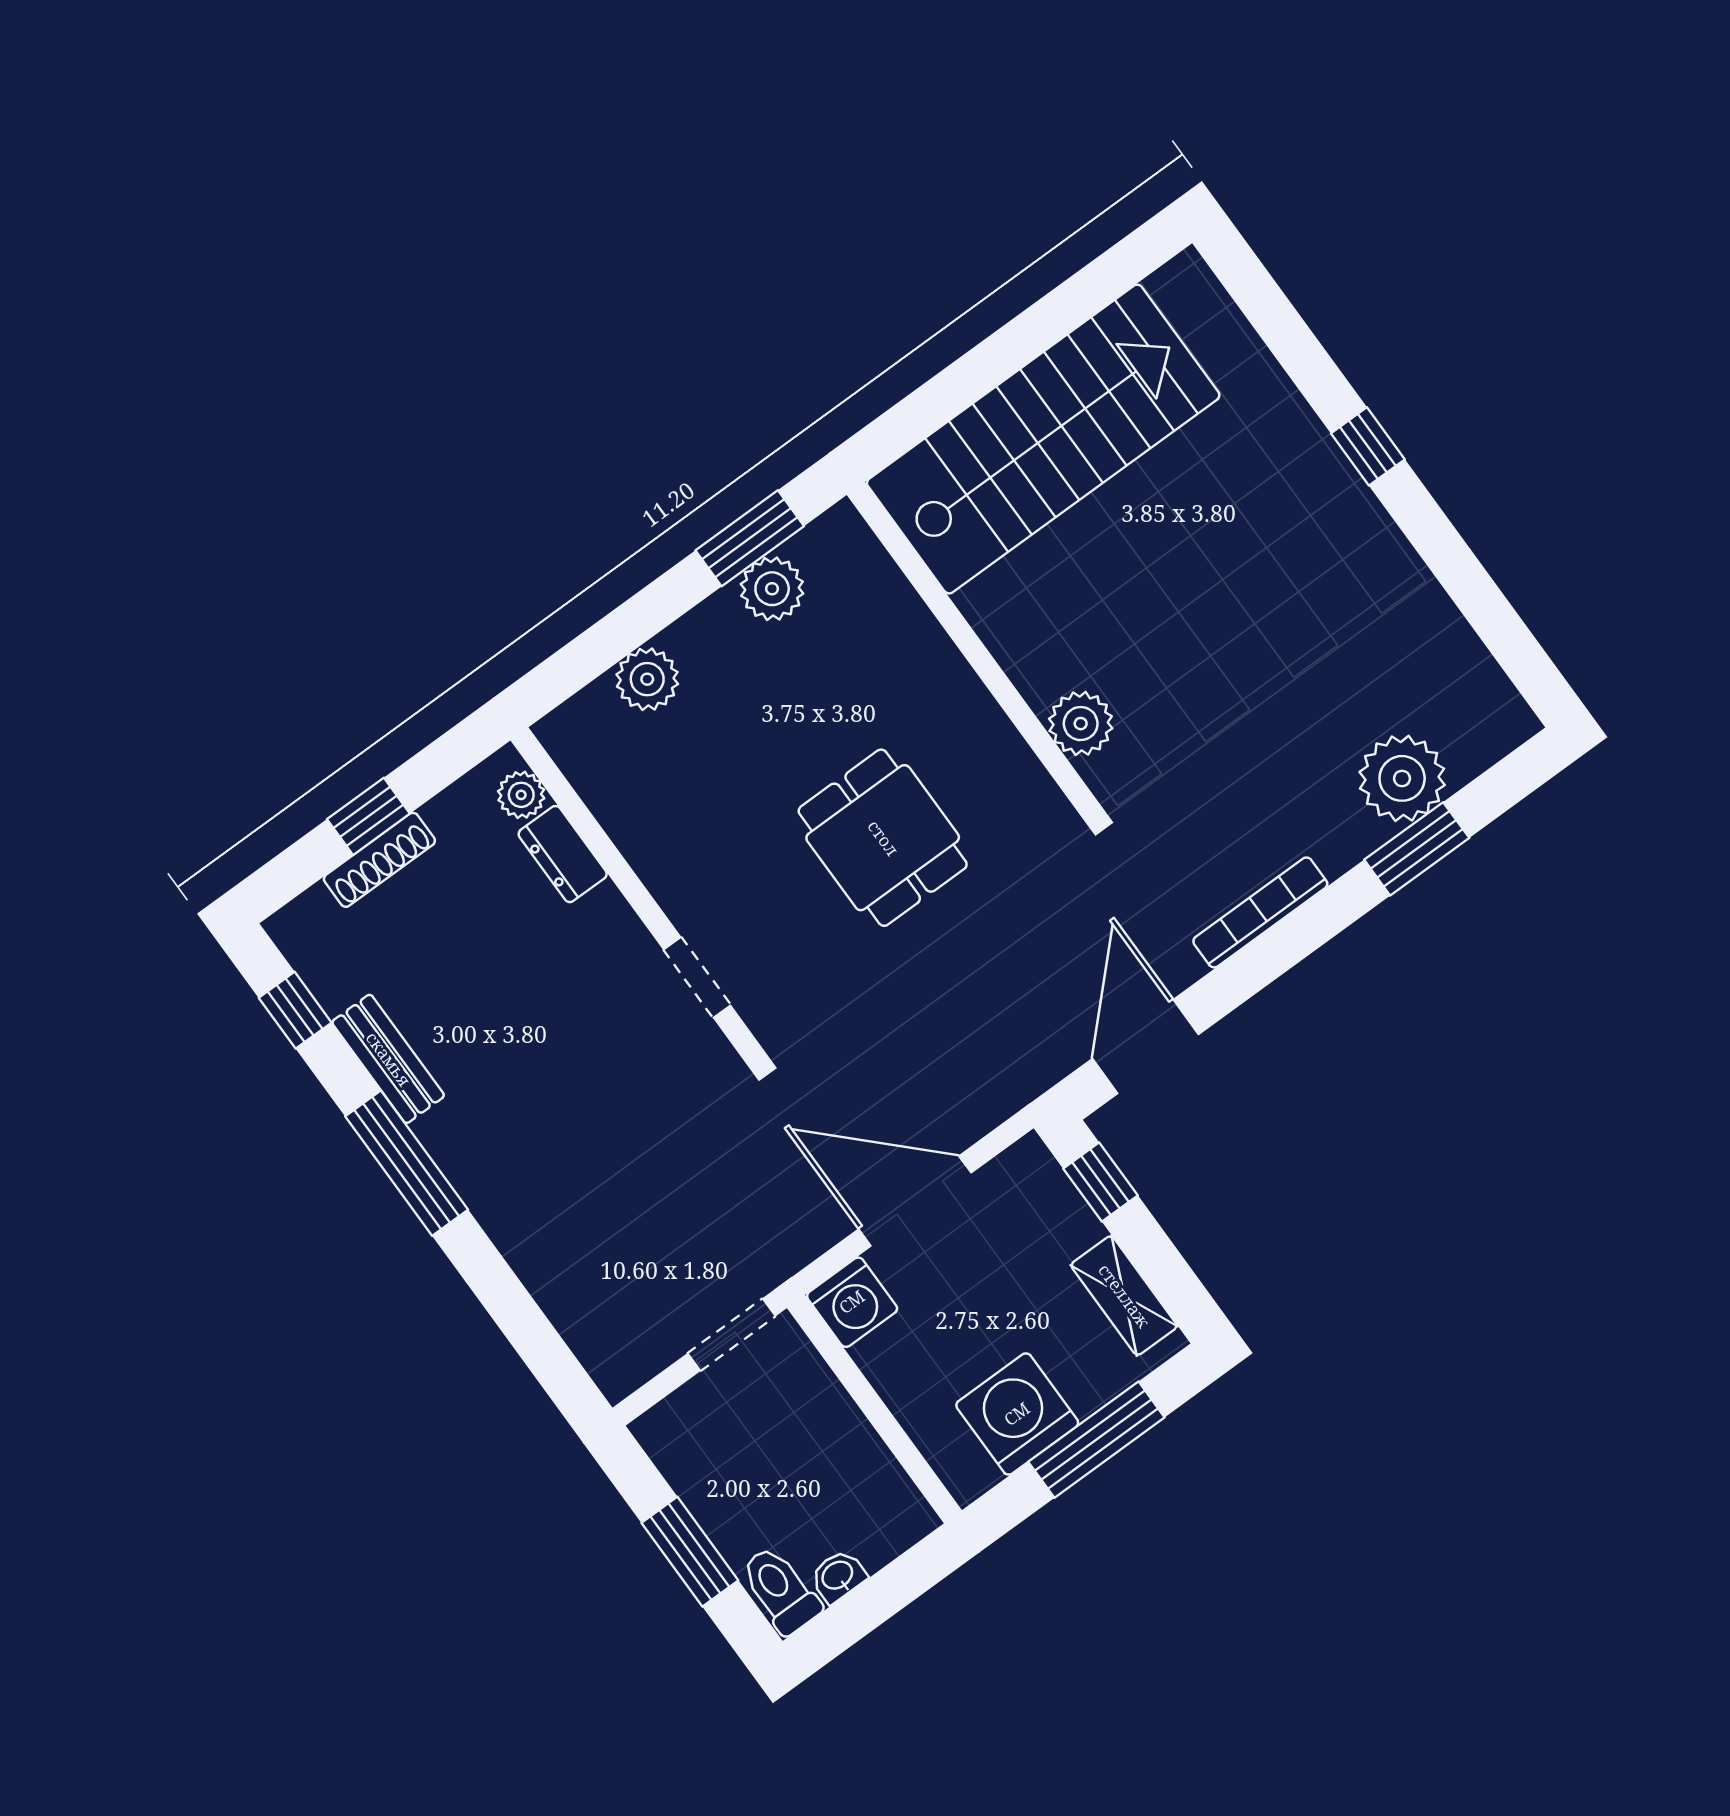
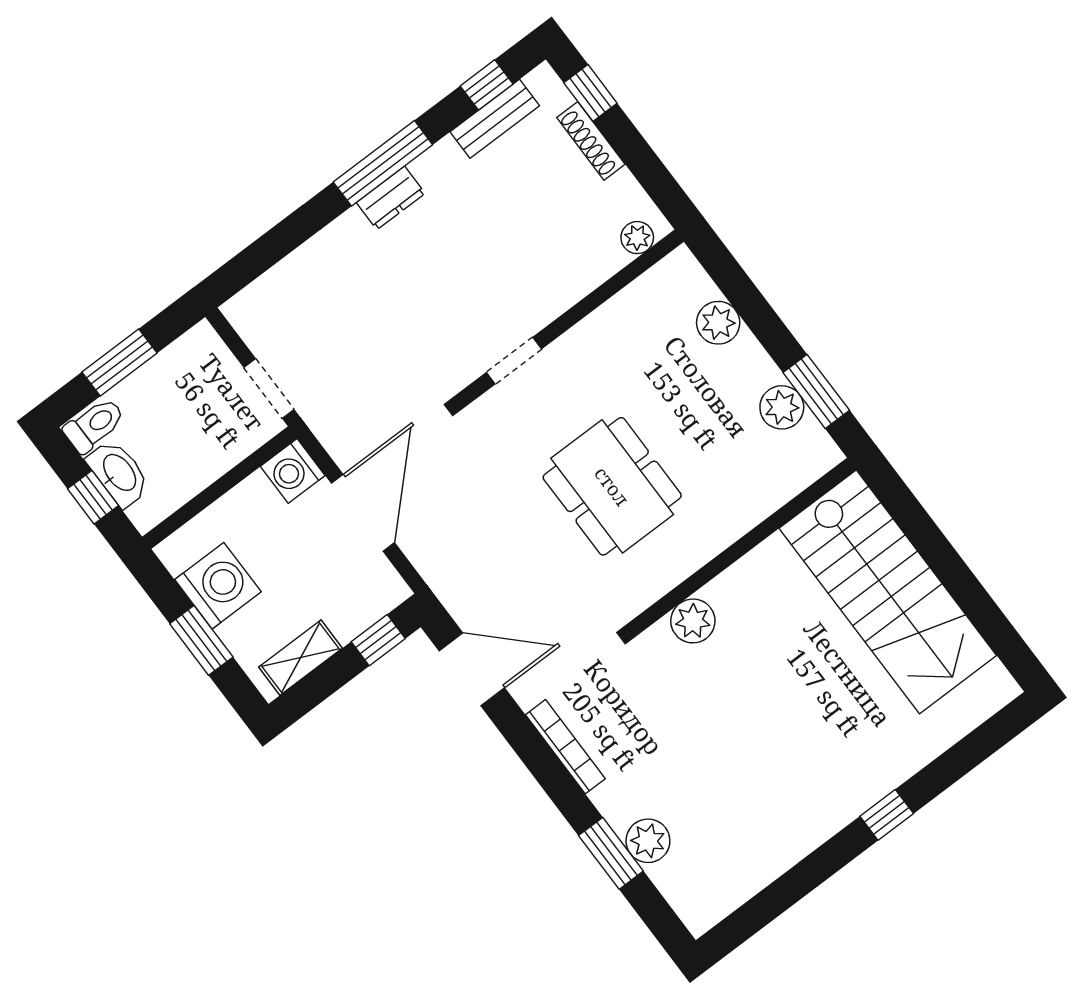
plant: (1402, 778) -> (648, 841), width x0.73, depth x0.73
window: (368, 816) -> (590, 93), moved
dining table: (883, 838) -> (612, 486), width x1.38
dresser: (563, 854) -> (391, 198), moved, turned 180
bench: (388, 1059) -> (495, 119), moved
window: (1096, 1440) -> (201, 640), width x0.69
washbasin: (838, 1576) -> (119, 473), width x1.91, depth x1.45
window: (885, 1594) -> (93, 497), added

